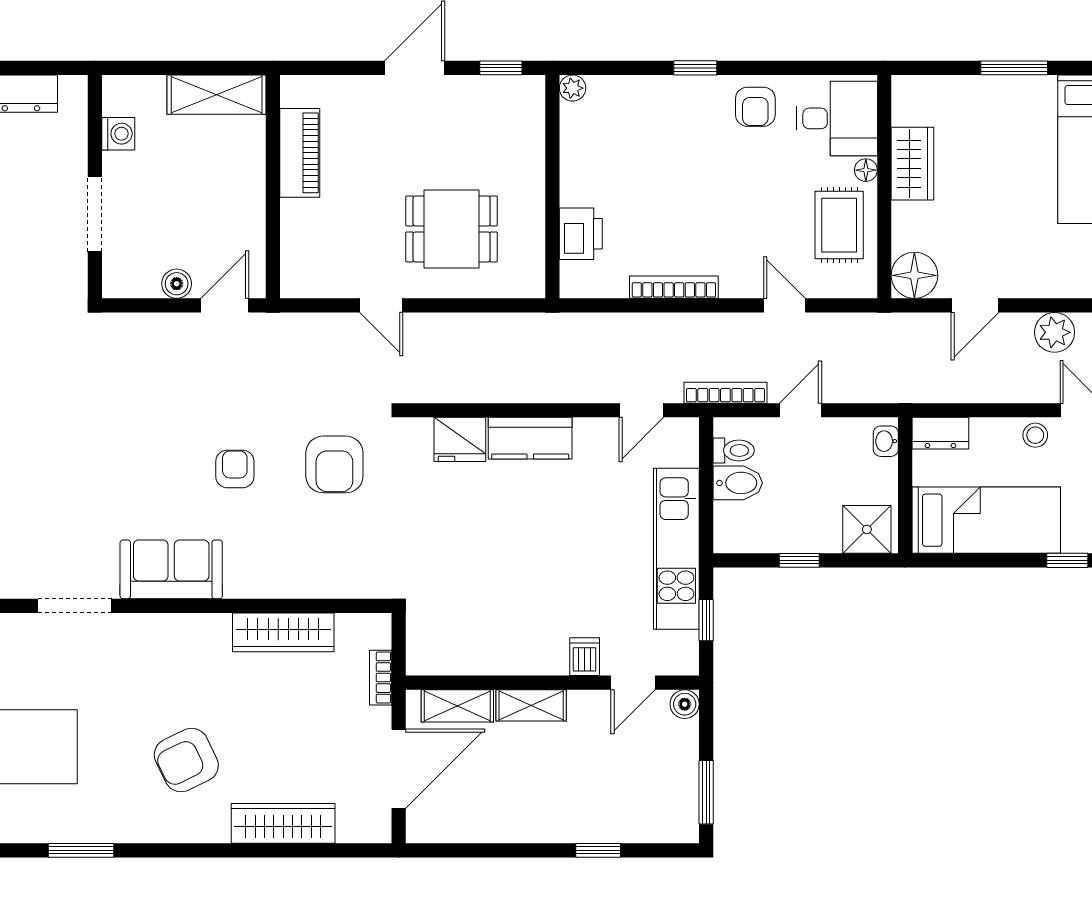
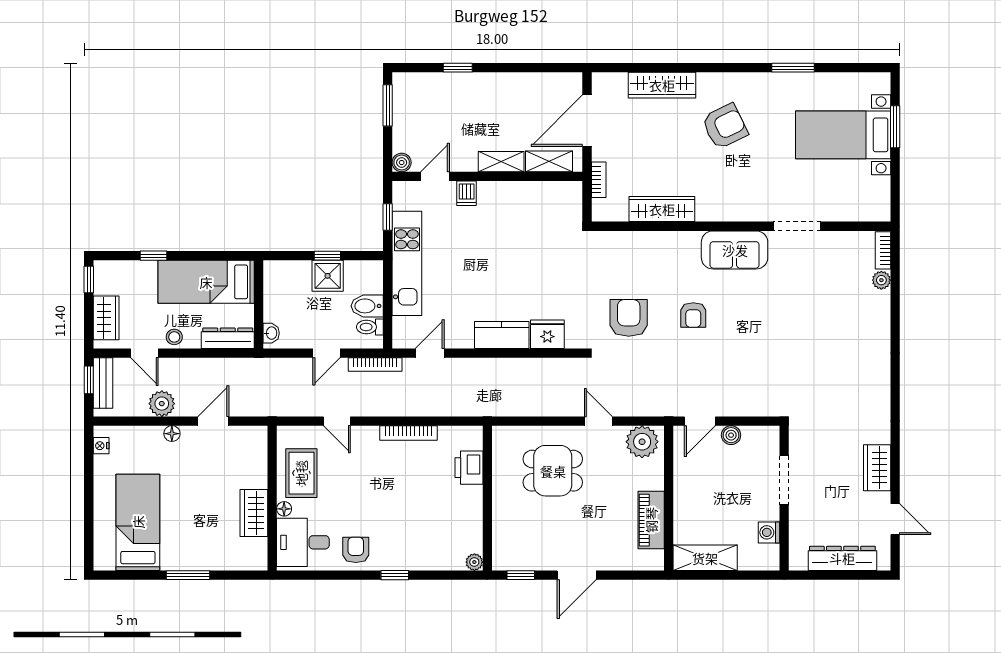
plant: (314, 274) -> (642, 442), added
floor lamp: (914, 275) -> (172, 434), moved, width x0.53, depth x0.53
dresser: (940, 433) -> (228, 338), width x1.44
shower: (867, 529) -> (328, 276), moved

